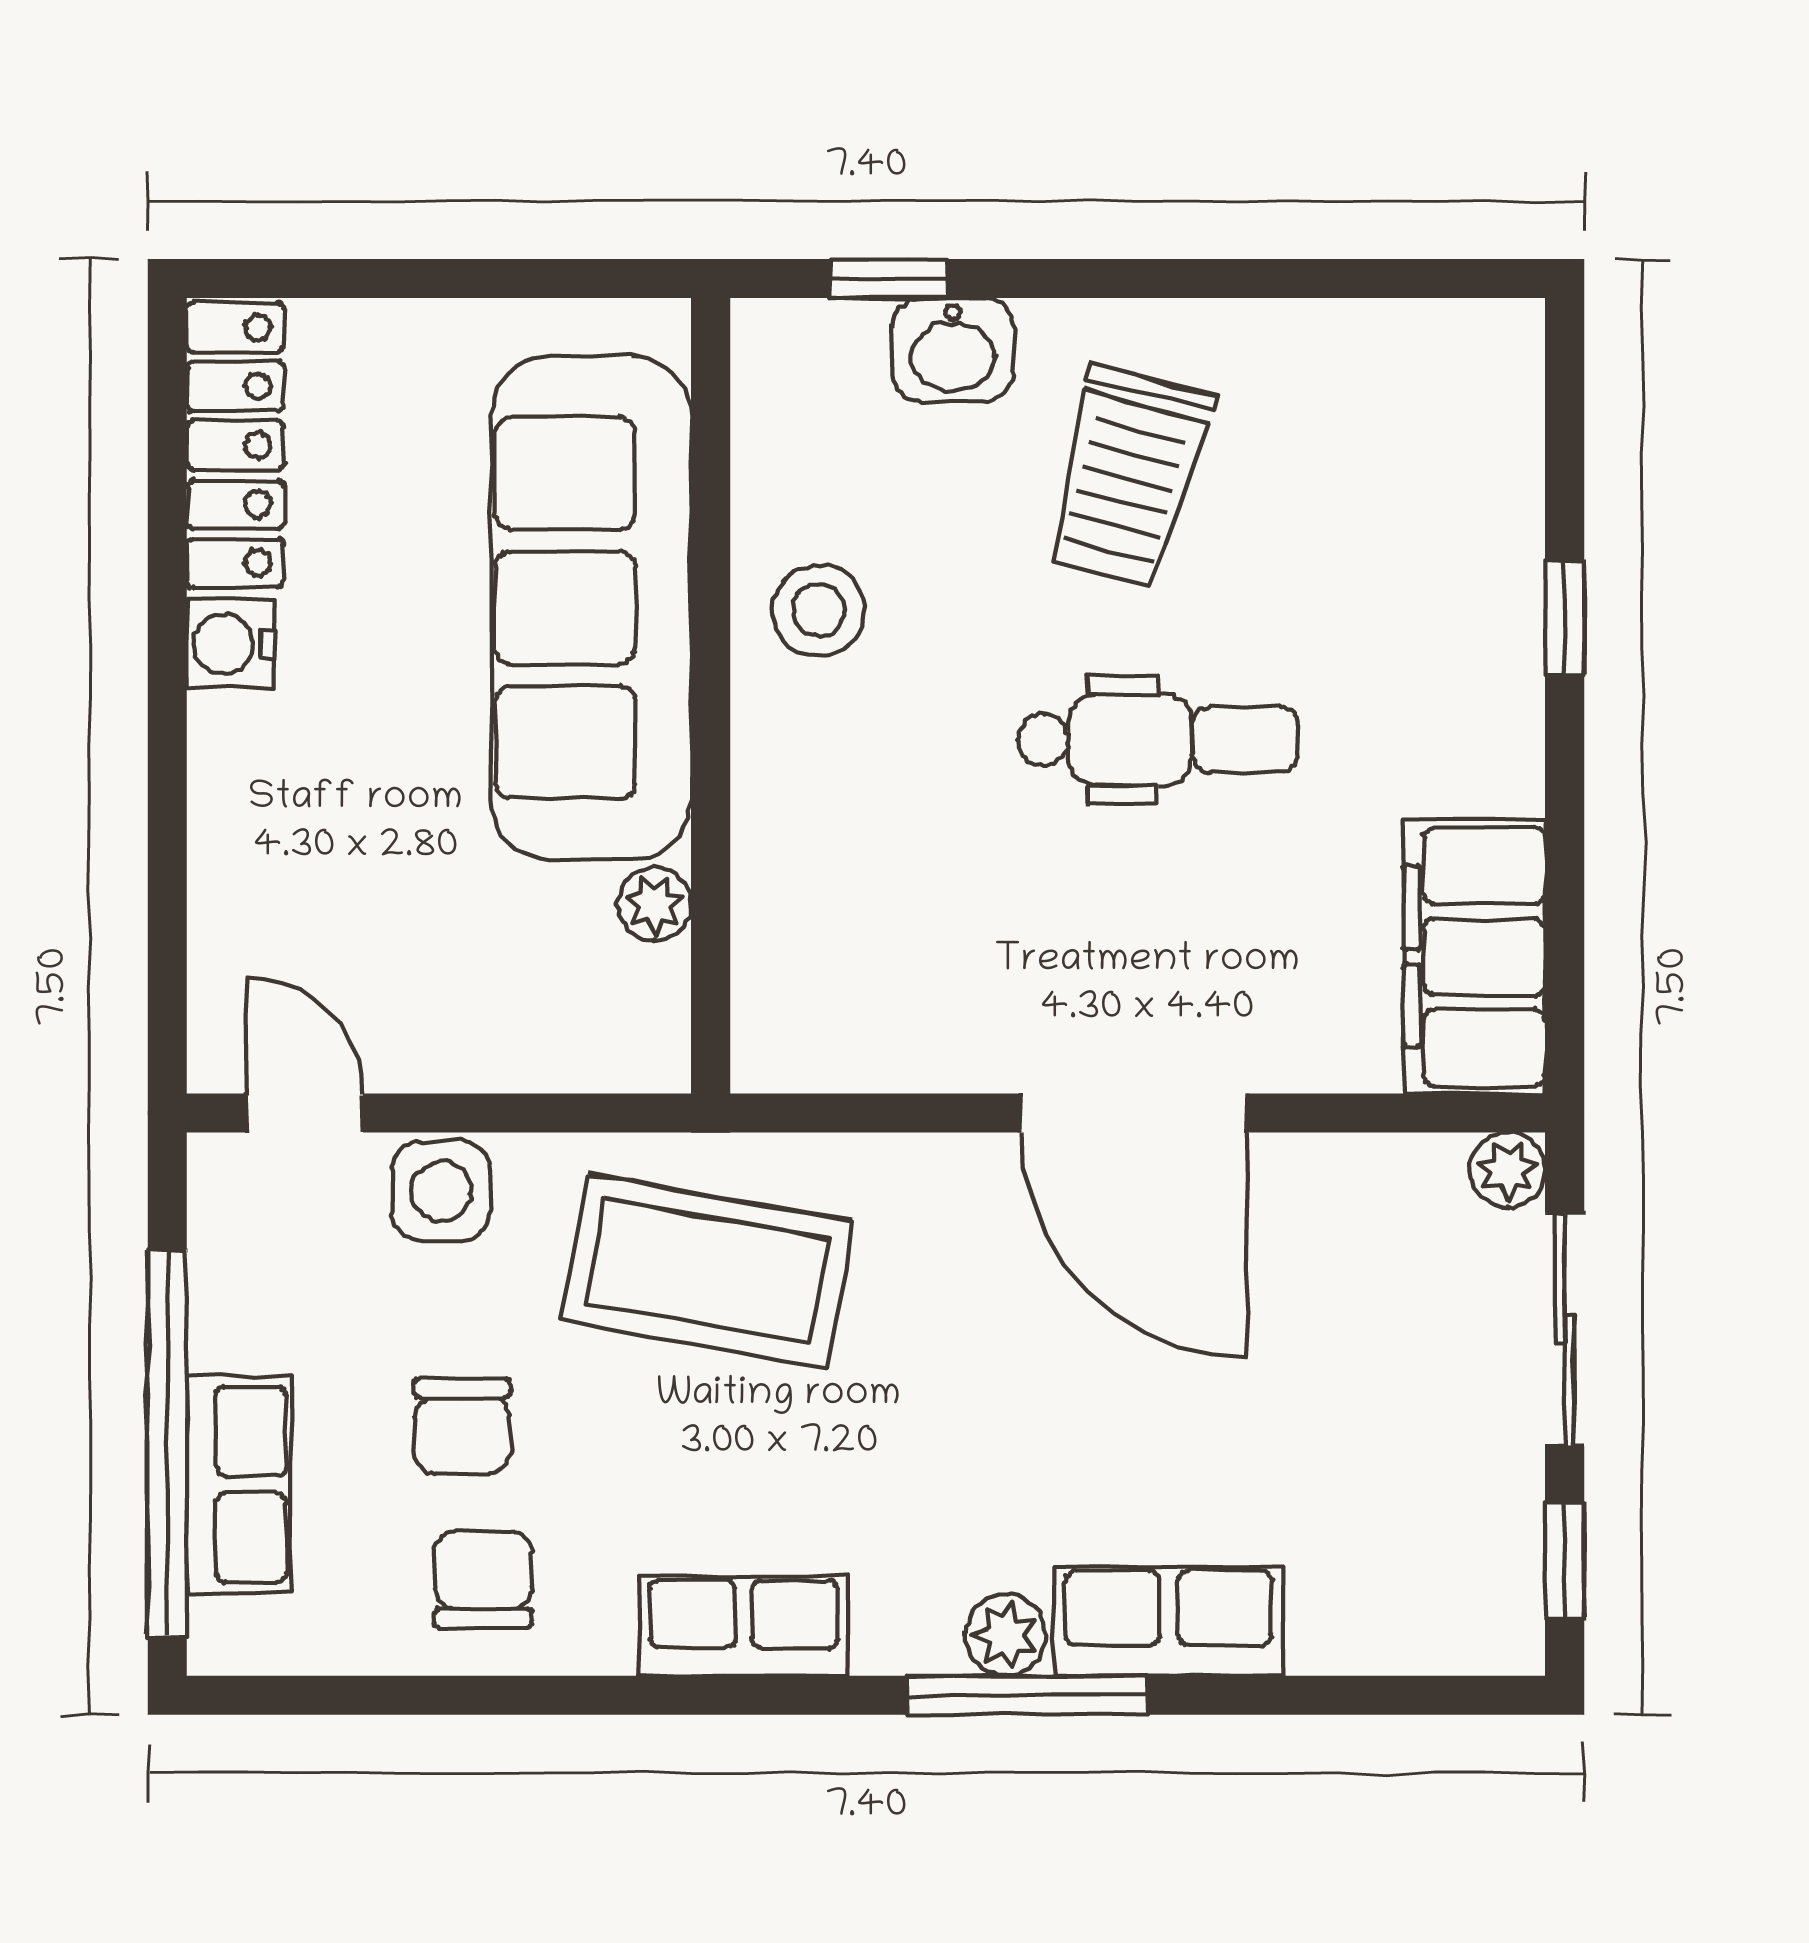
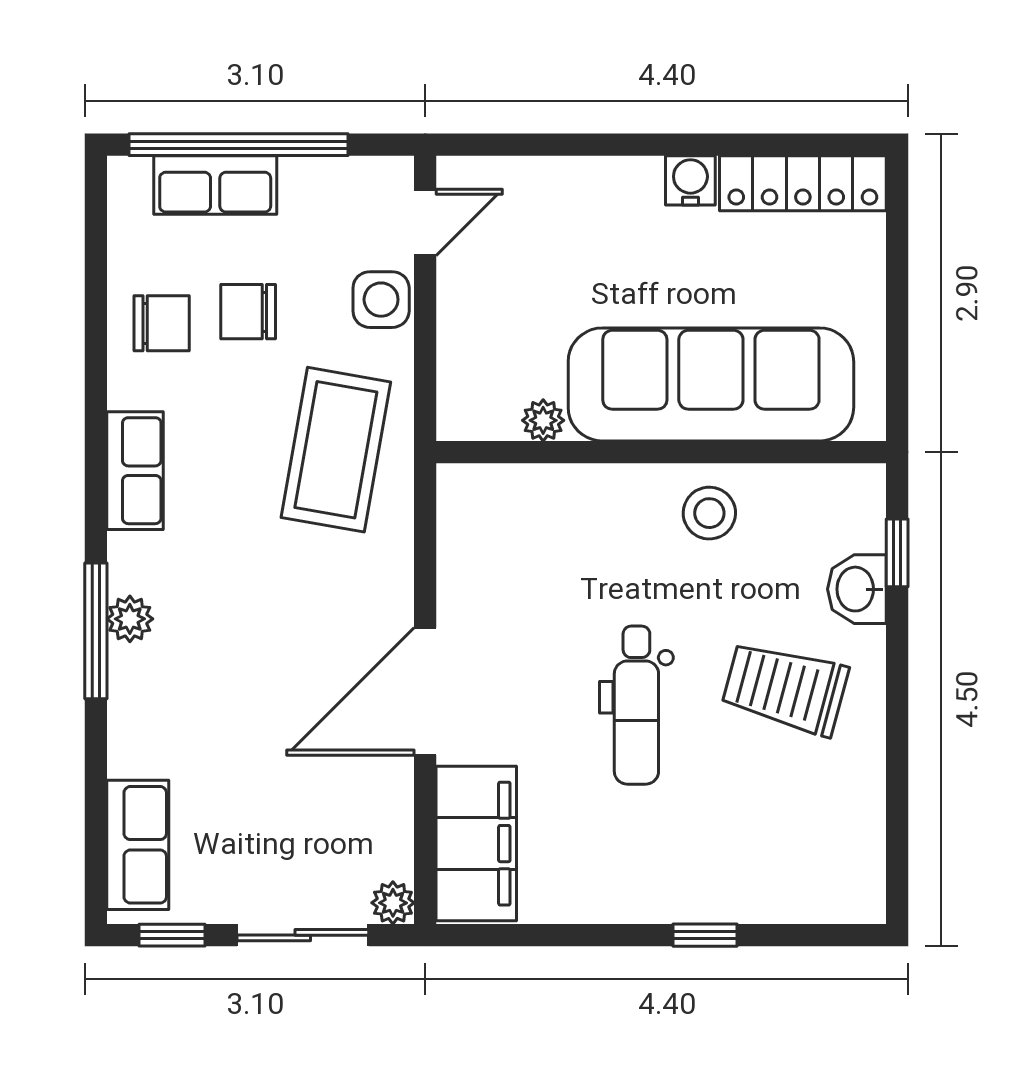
filing cabinet: (1474, 957) -> (476, 844), moved, turned 90
row of seats: (1169, 1621) -> (138, 845), moved

